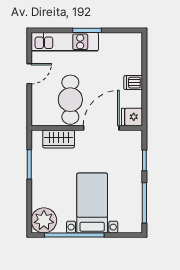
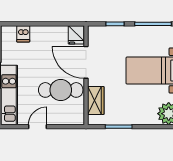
door: (29, 74) -> (38, 127), hinge flipped
dishwasher: (133, 83) -> (23, 34), moved

